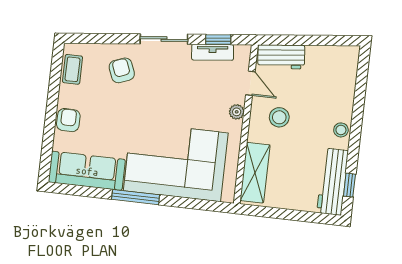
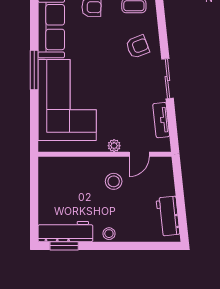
window: (218, 40) -> (172, 124), removed
workbench: (281, 57) -> (168, 216), moved
shelving: (255, 173) -> (66, 167), removed
window: (349, 185) -> (64, 246), width x1.50

